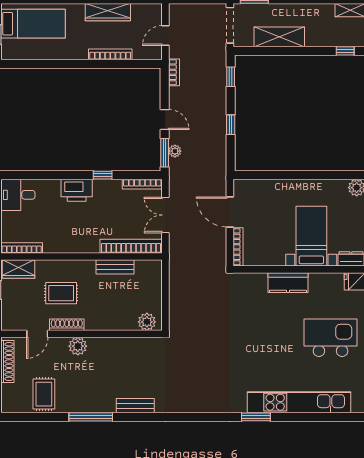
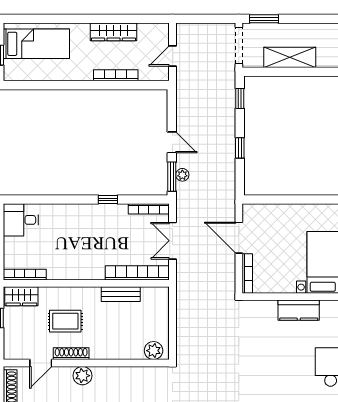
bookcase: (174, 72) -> (181, 94), removed
printer: (77, 190) -> (81, 215), removed

